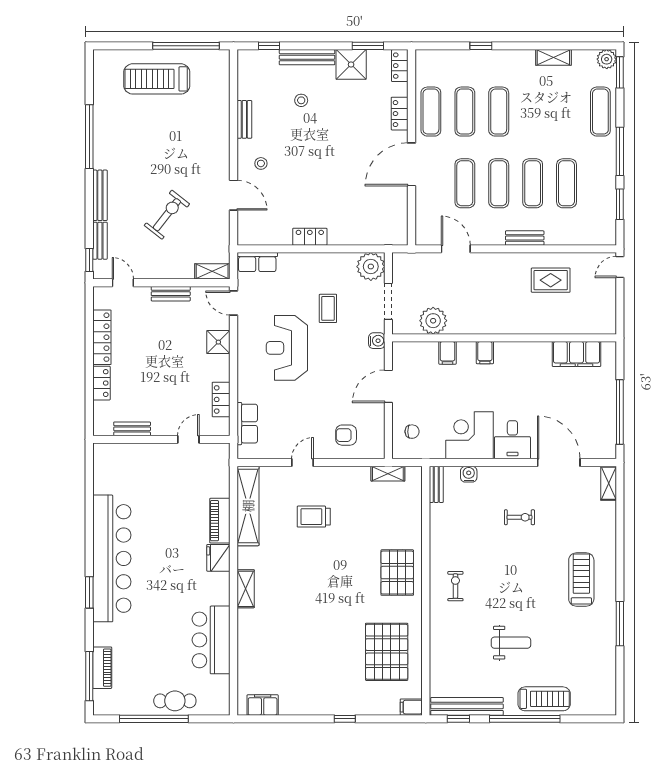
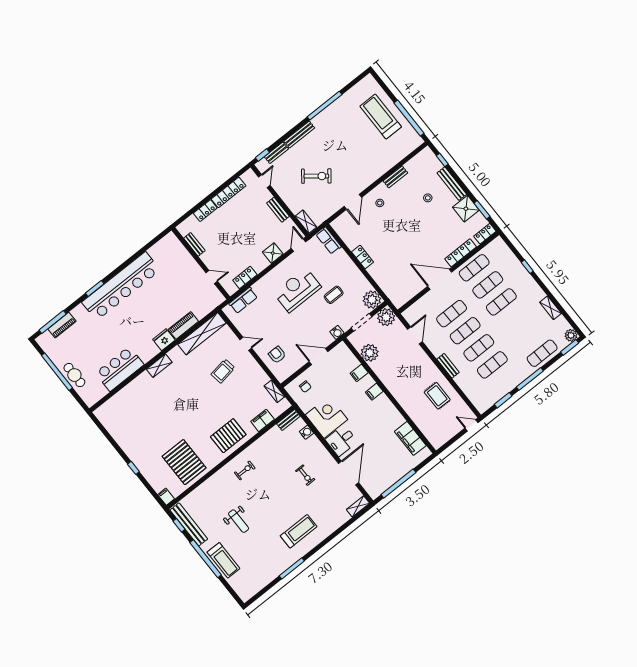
locker: (400, 114) -> (461, 253), width x1.53
plant: (406, 266) -> (386, 317), added
trolley: (314, 517) -> (223, 371), turned -99
pallet: (387, 652) -> (184, 462), turned 90
filing cabinet: (263, 705) -> (263, 420), moved, turned -90

